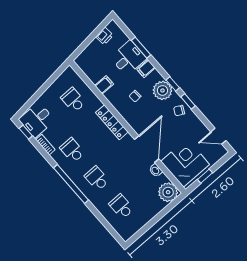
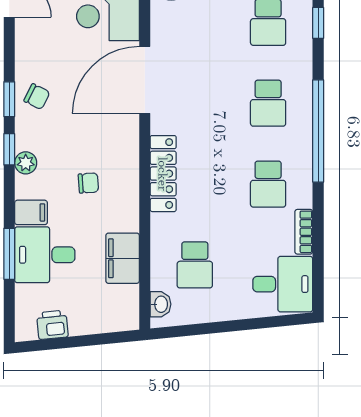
filing cabinet: (104, 85) -> (123, 258), width x2.00
plant: (162, 90) -> (26, 163), width x0.53, depth x0.53
window: (26, 132) -> (318, 23), moved
washbasin: (156, 170) -> (160, 304), moved

